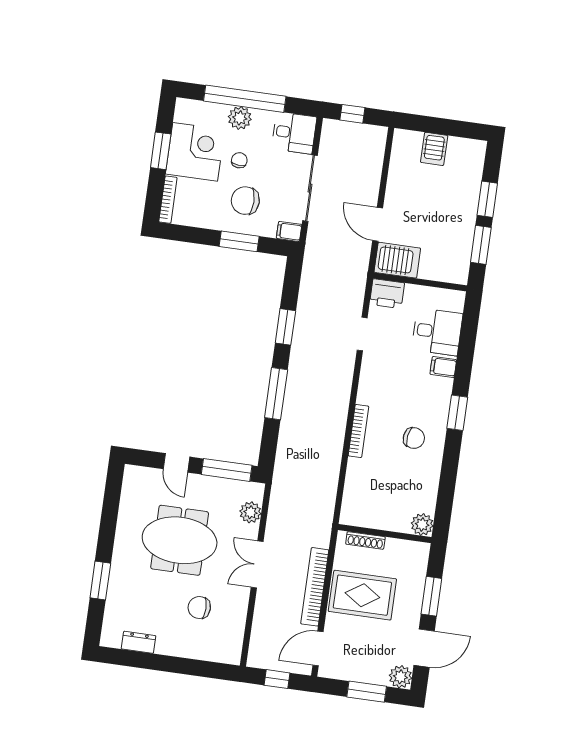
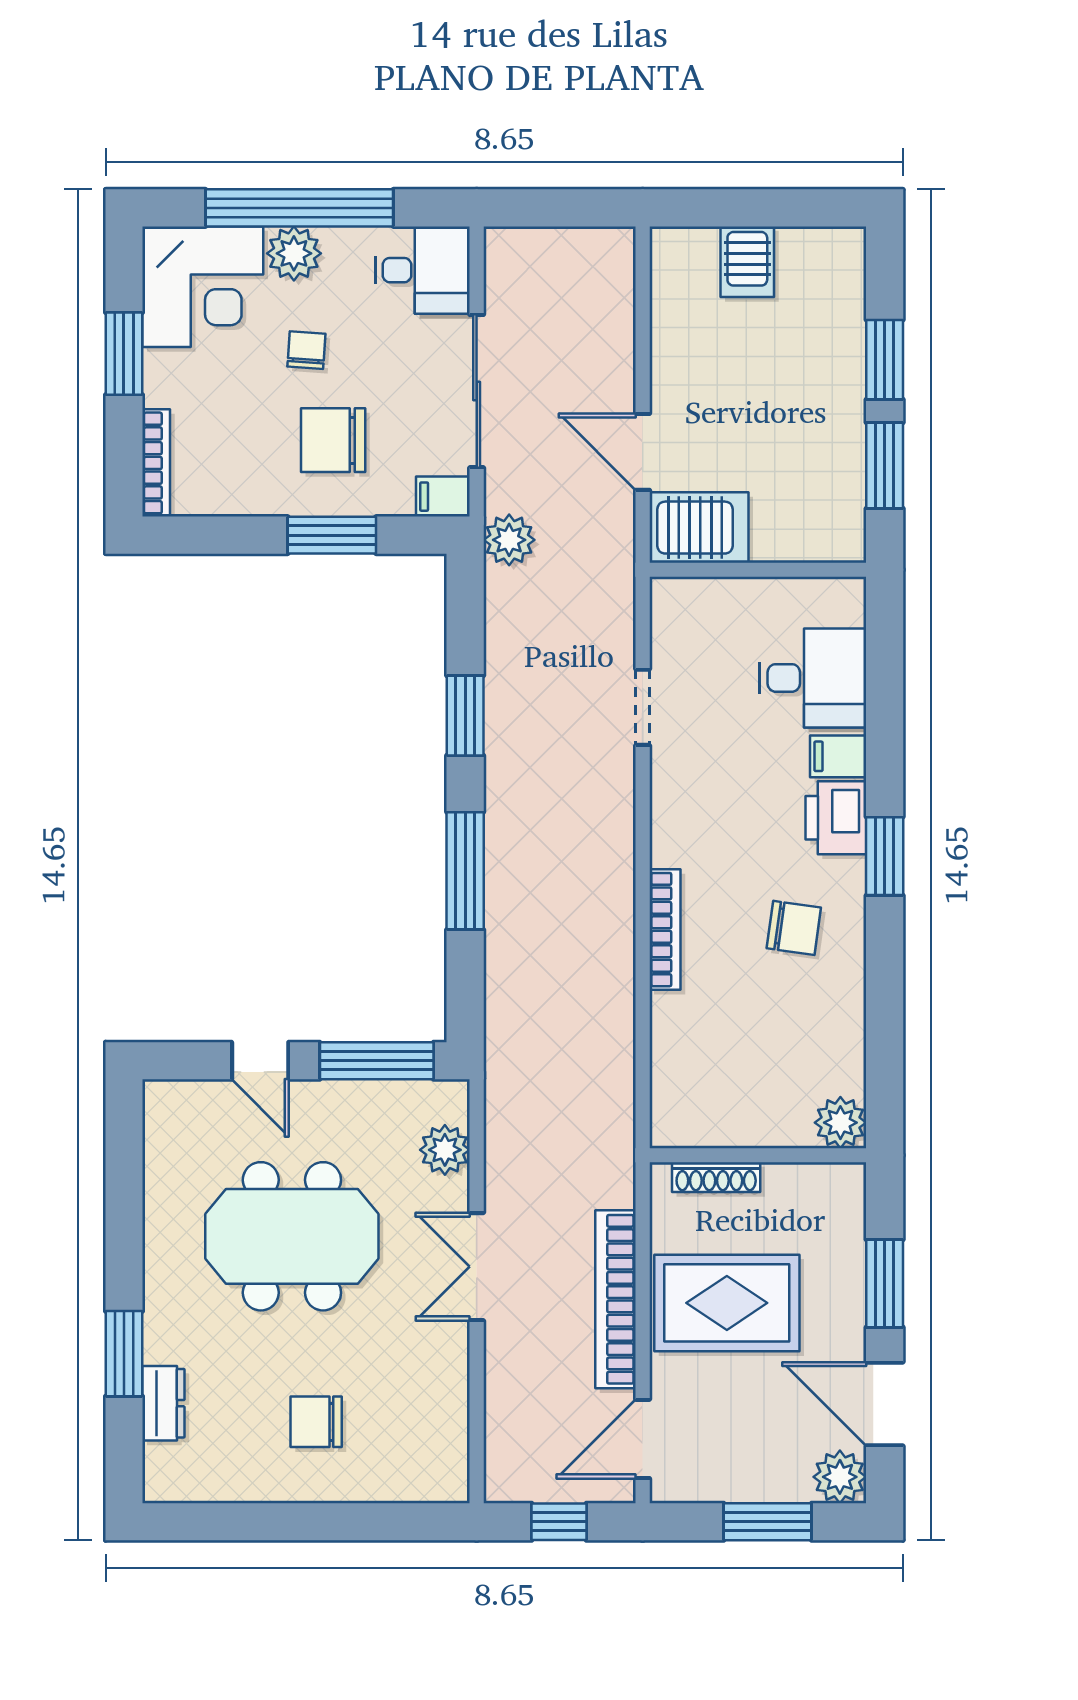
window: (352, 114) -> (550, 208), removed
corner desk: (195, 152) -> (203, 287), moved, turned 90
plant: (315, 254) -> (509, 540), added
printer: (387, 294) -> (836, 818), moved, turned 90
chair: (199, 608) -> (316, 1422), moved
dresser: (139, 642) -> (163, 1403), moved, turned 90
door: (424, 648) -> (885, 1404), swing flipped

